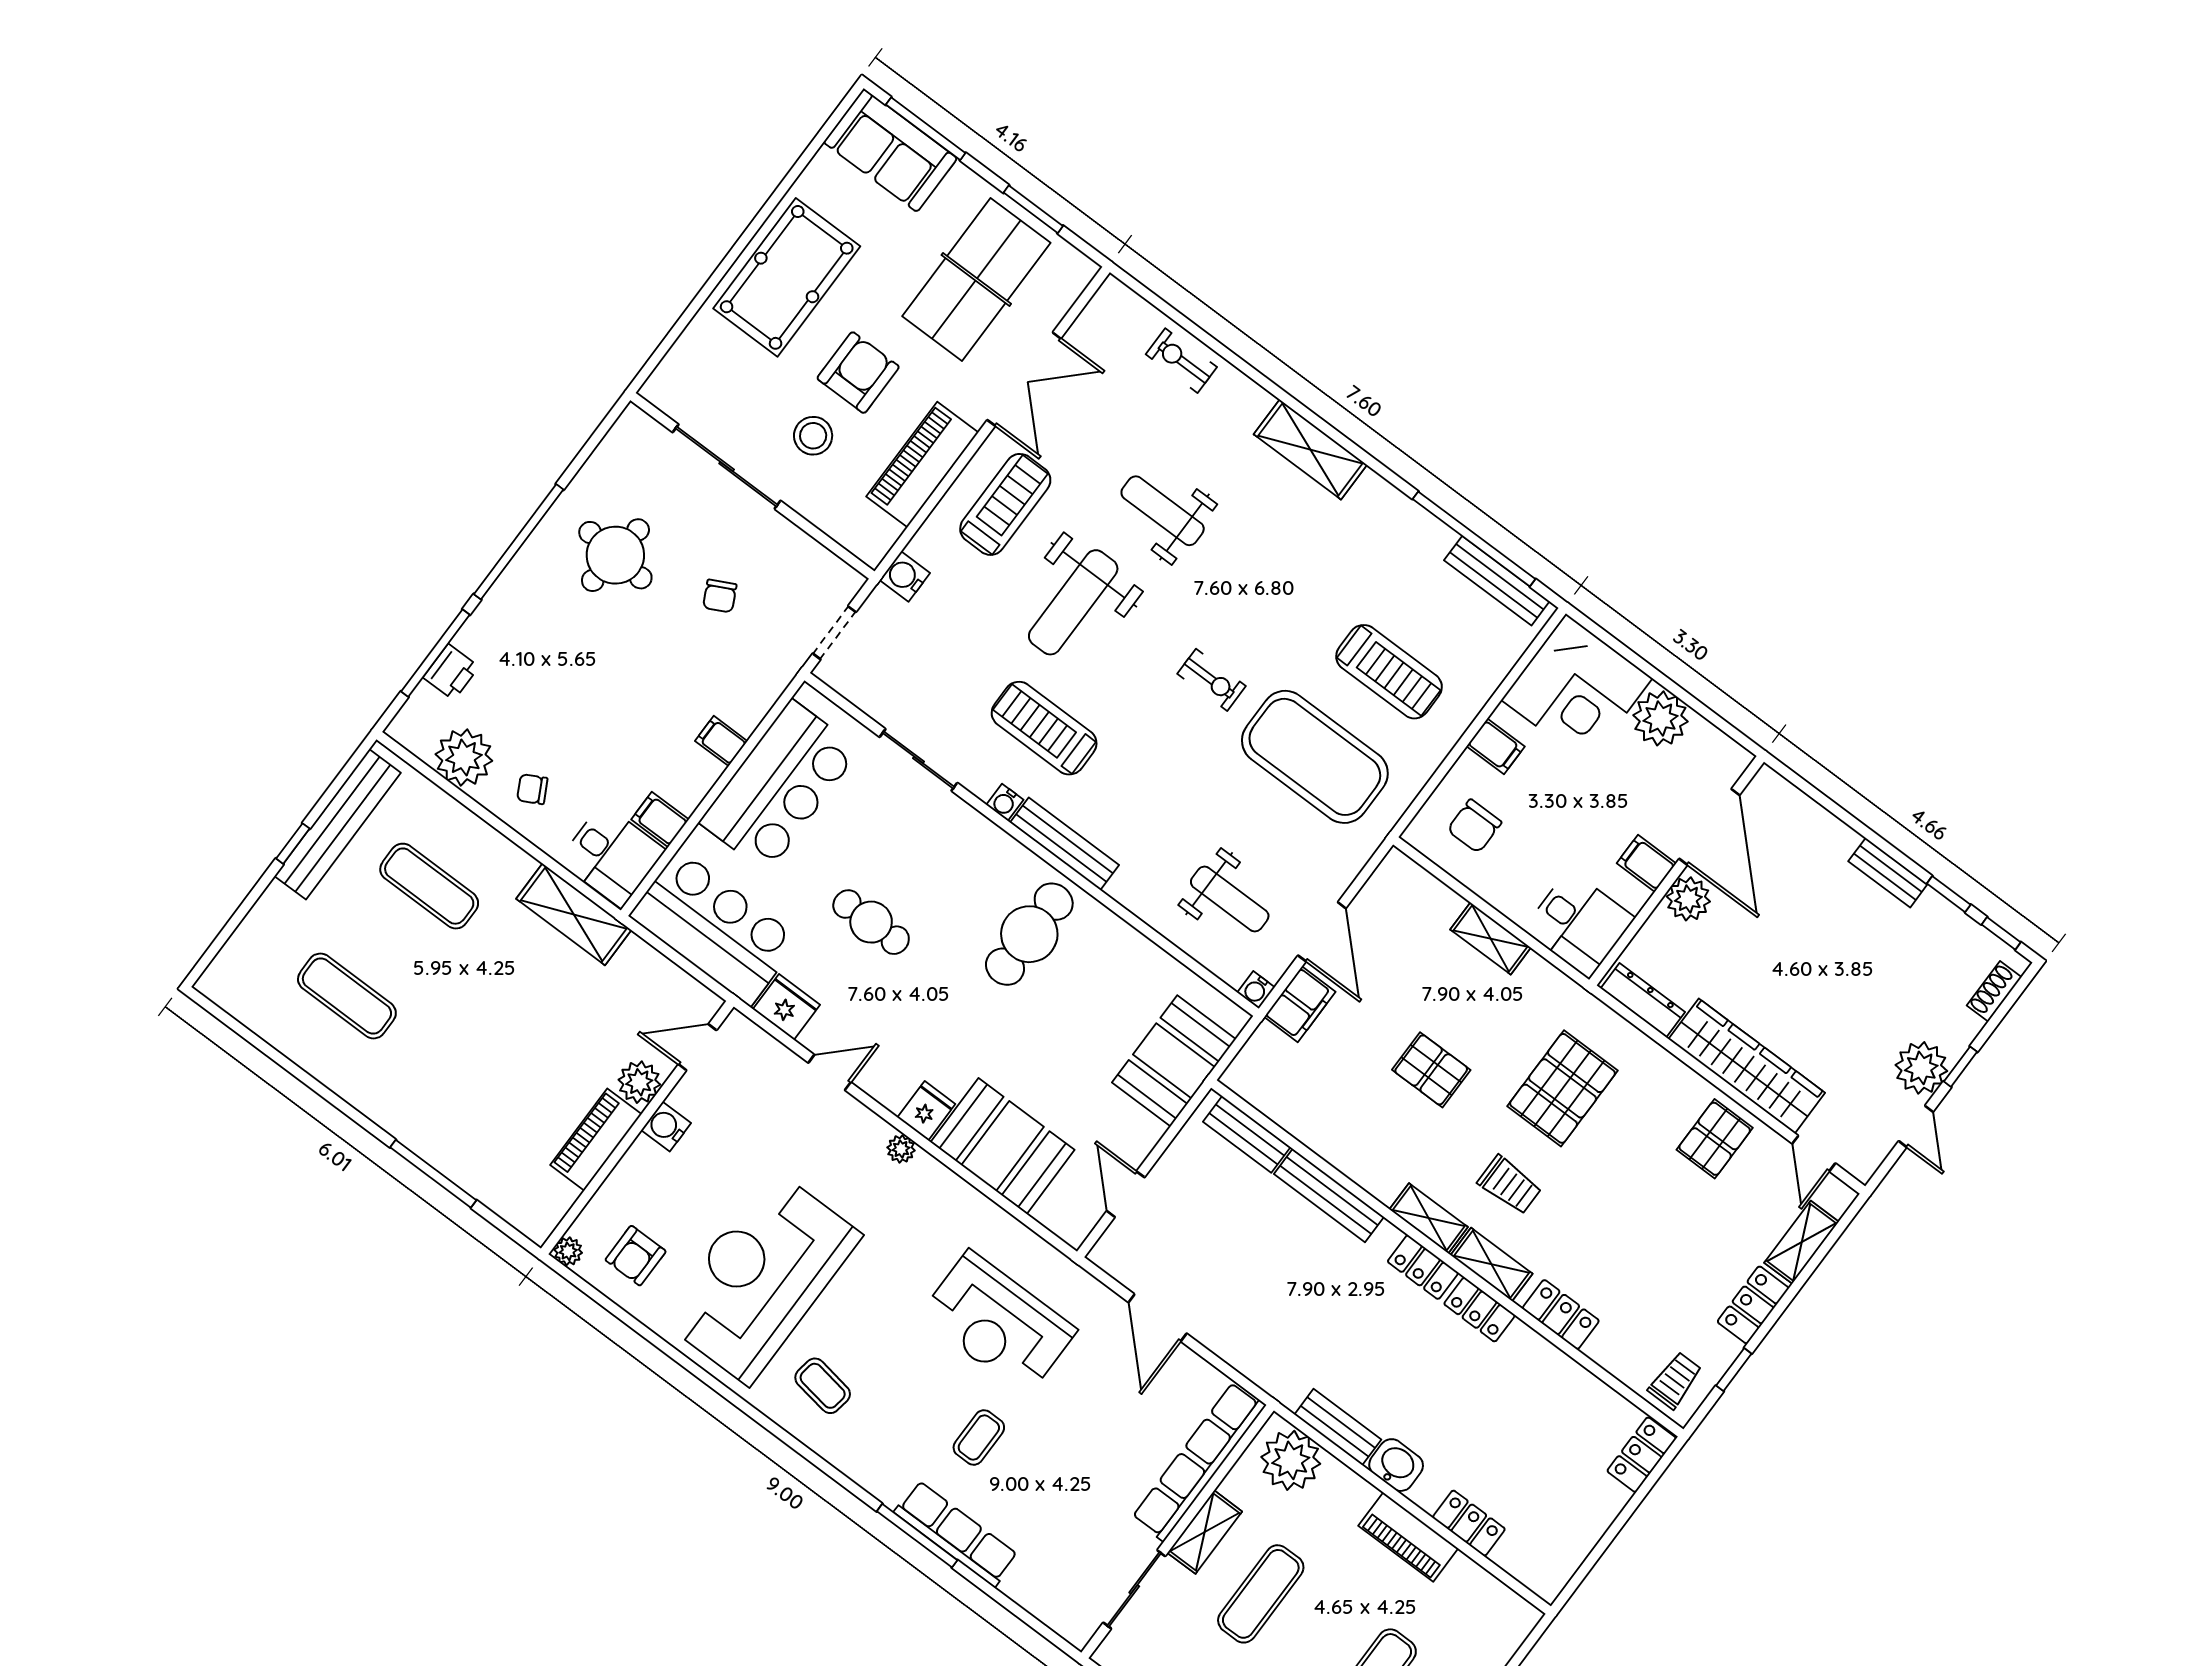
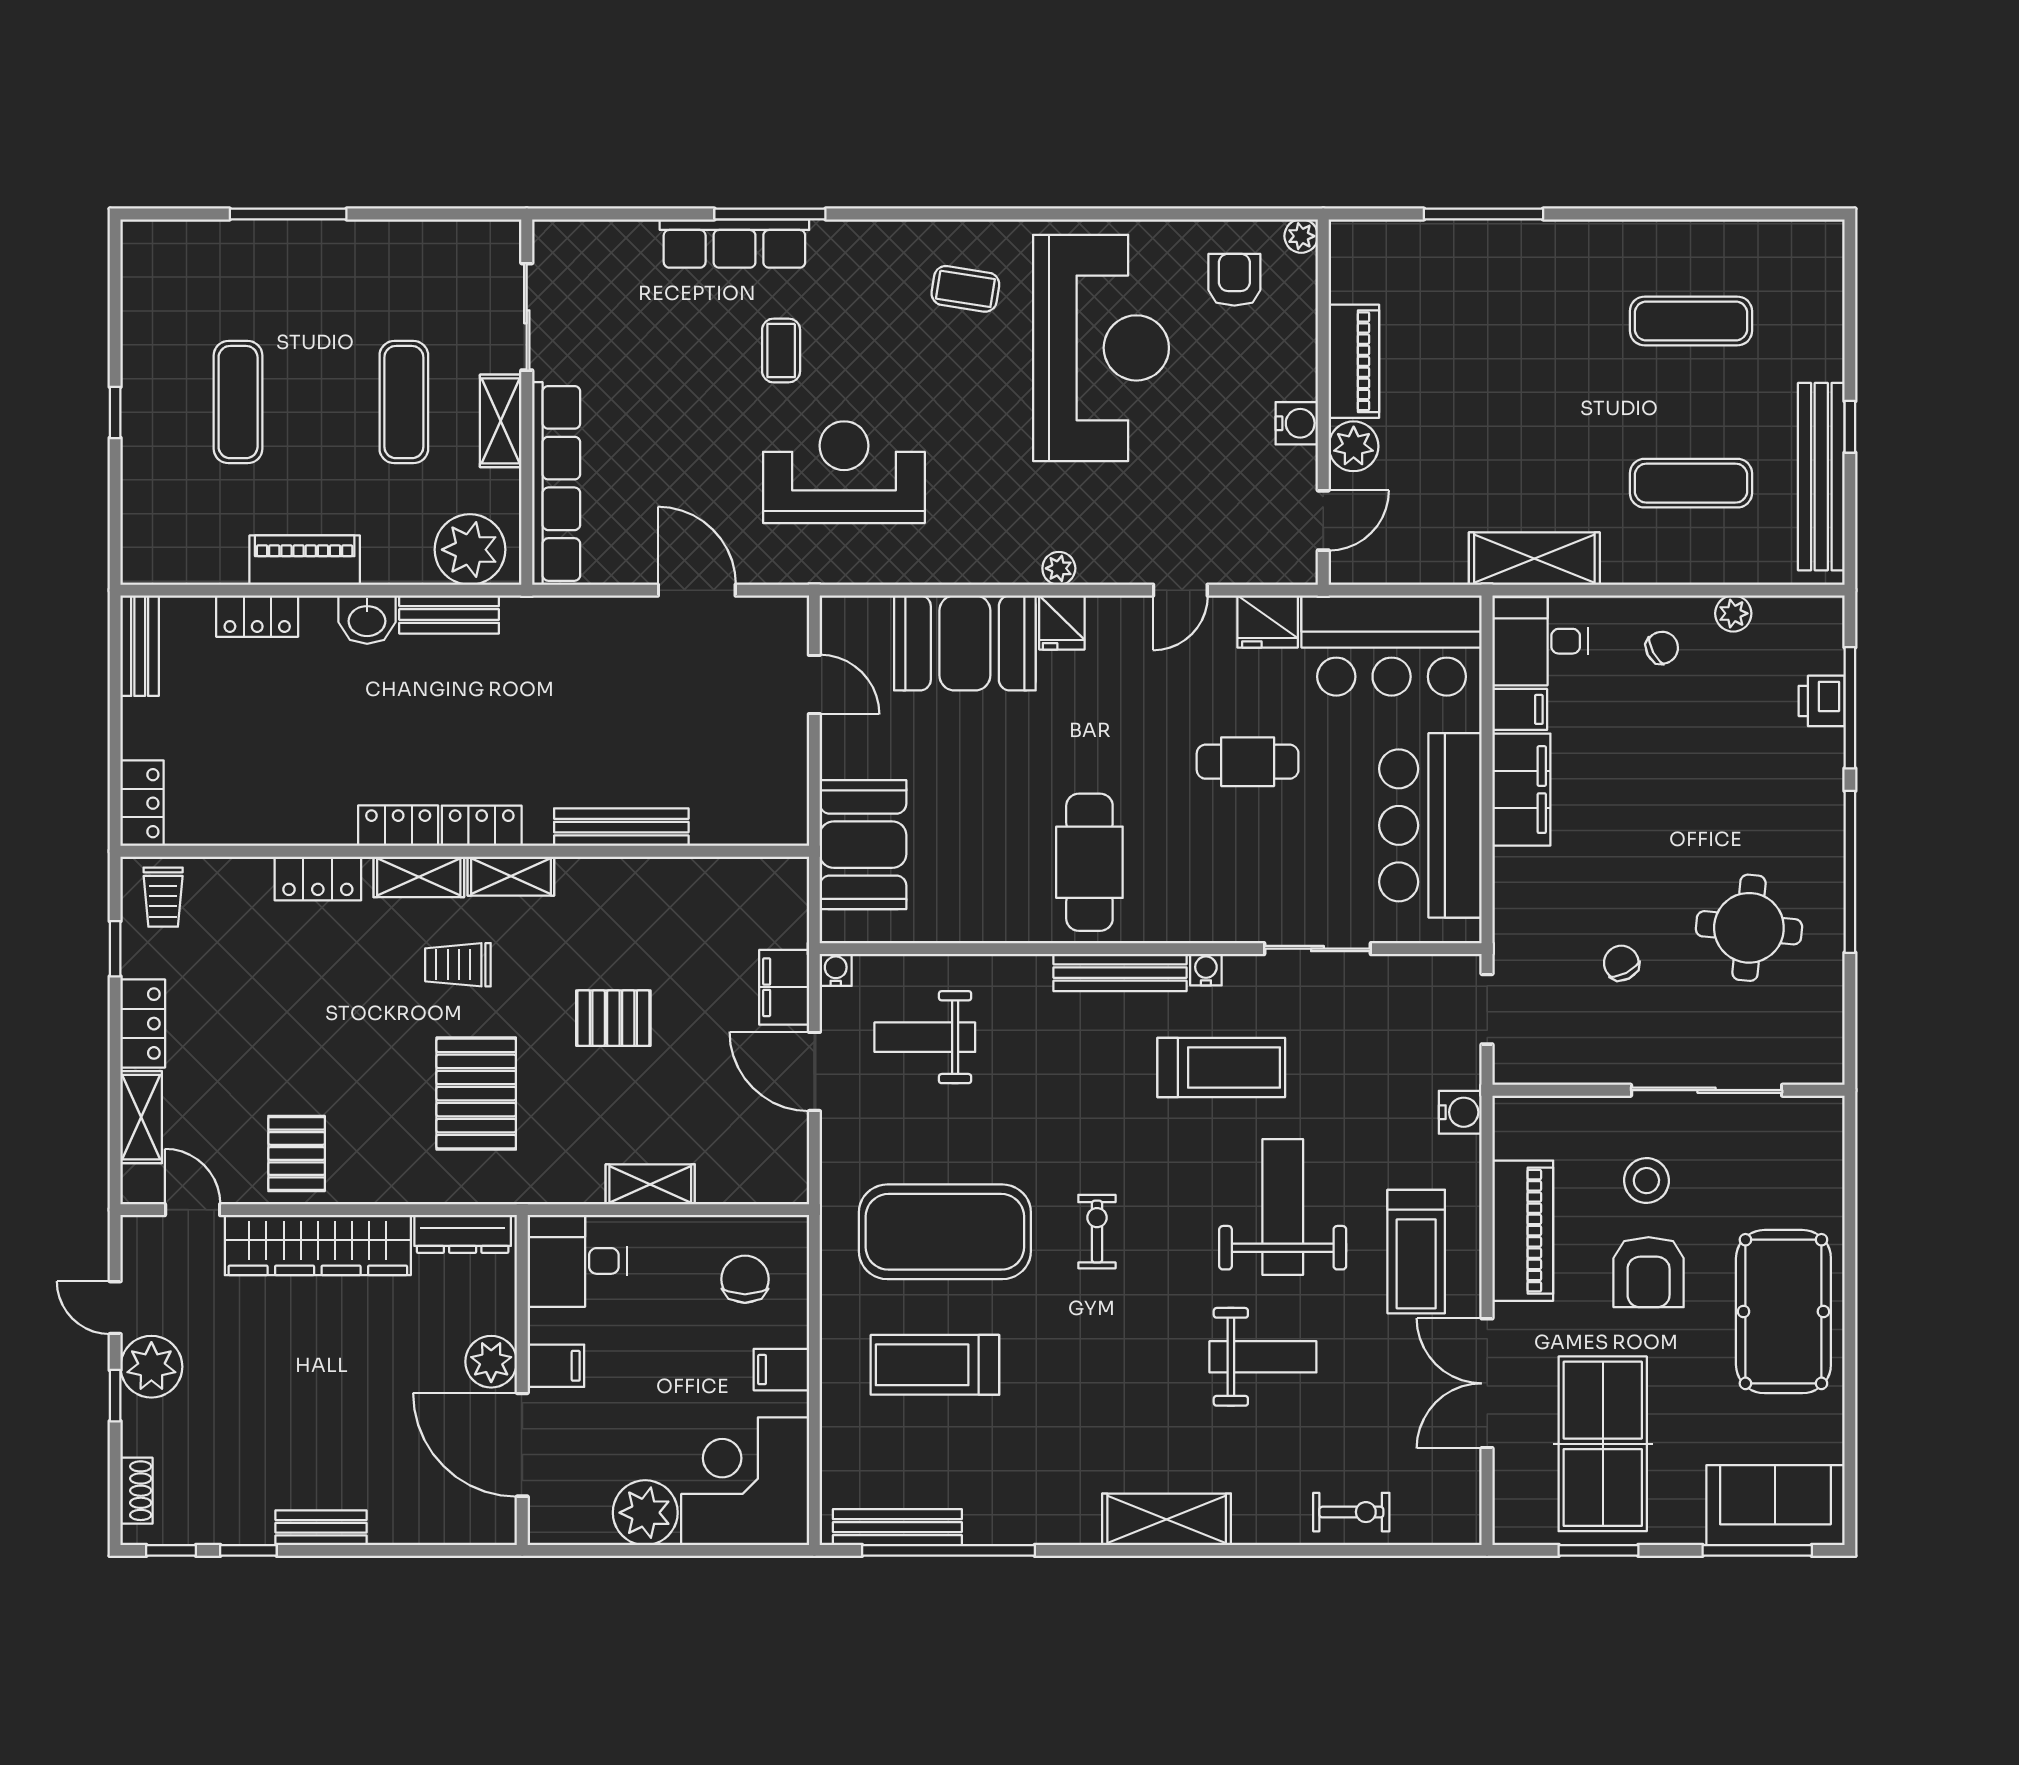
exercise bike: (1212, 680) -> (1097, 1232), turned 90
filing cabinet: (721, 741) -> (1521, 790), width x3.00, depth x1.17
plant: (464, 757) -> (1733, 613), width x0.53, depth x0.53
bench: (1247, 1134) -> (140, 646), moved, turned 90

